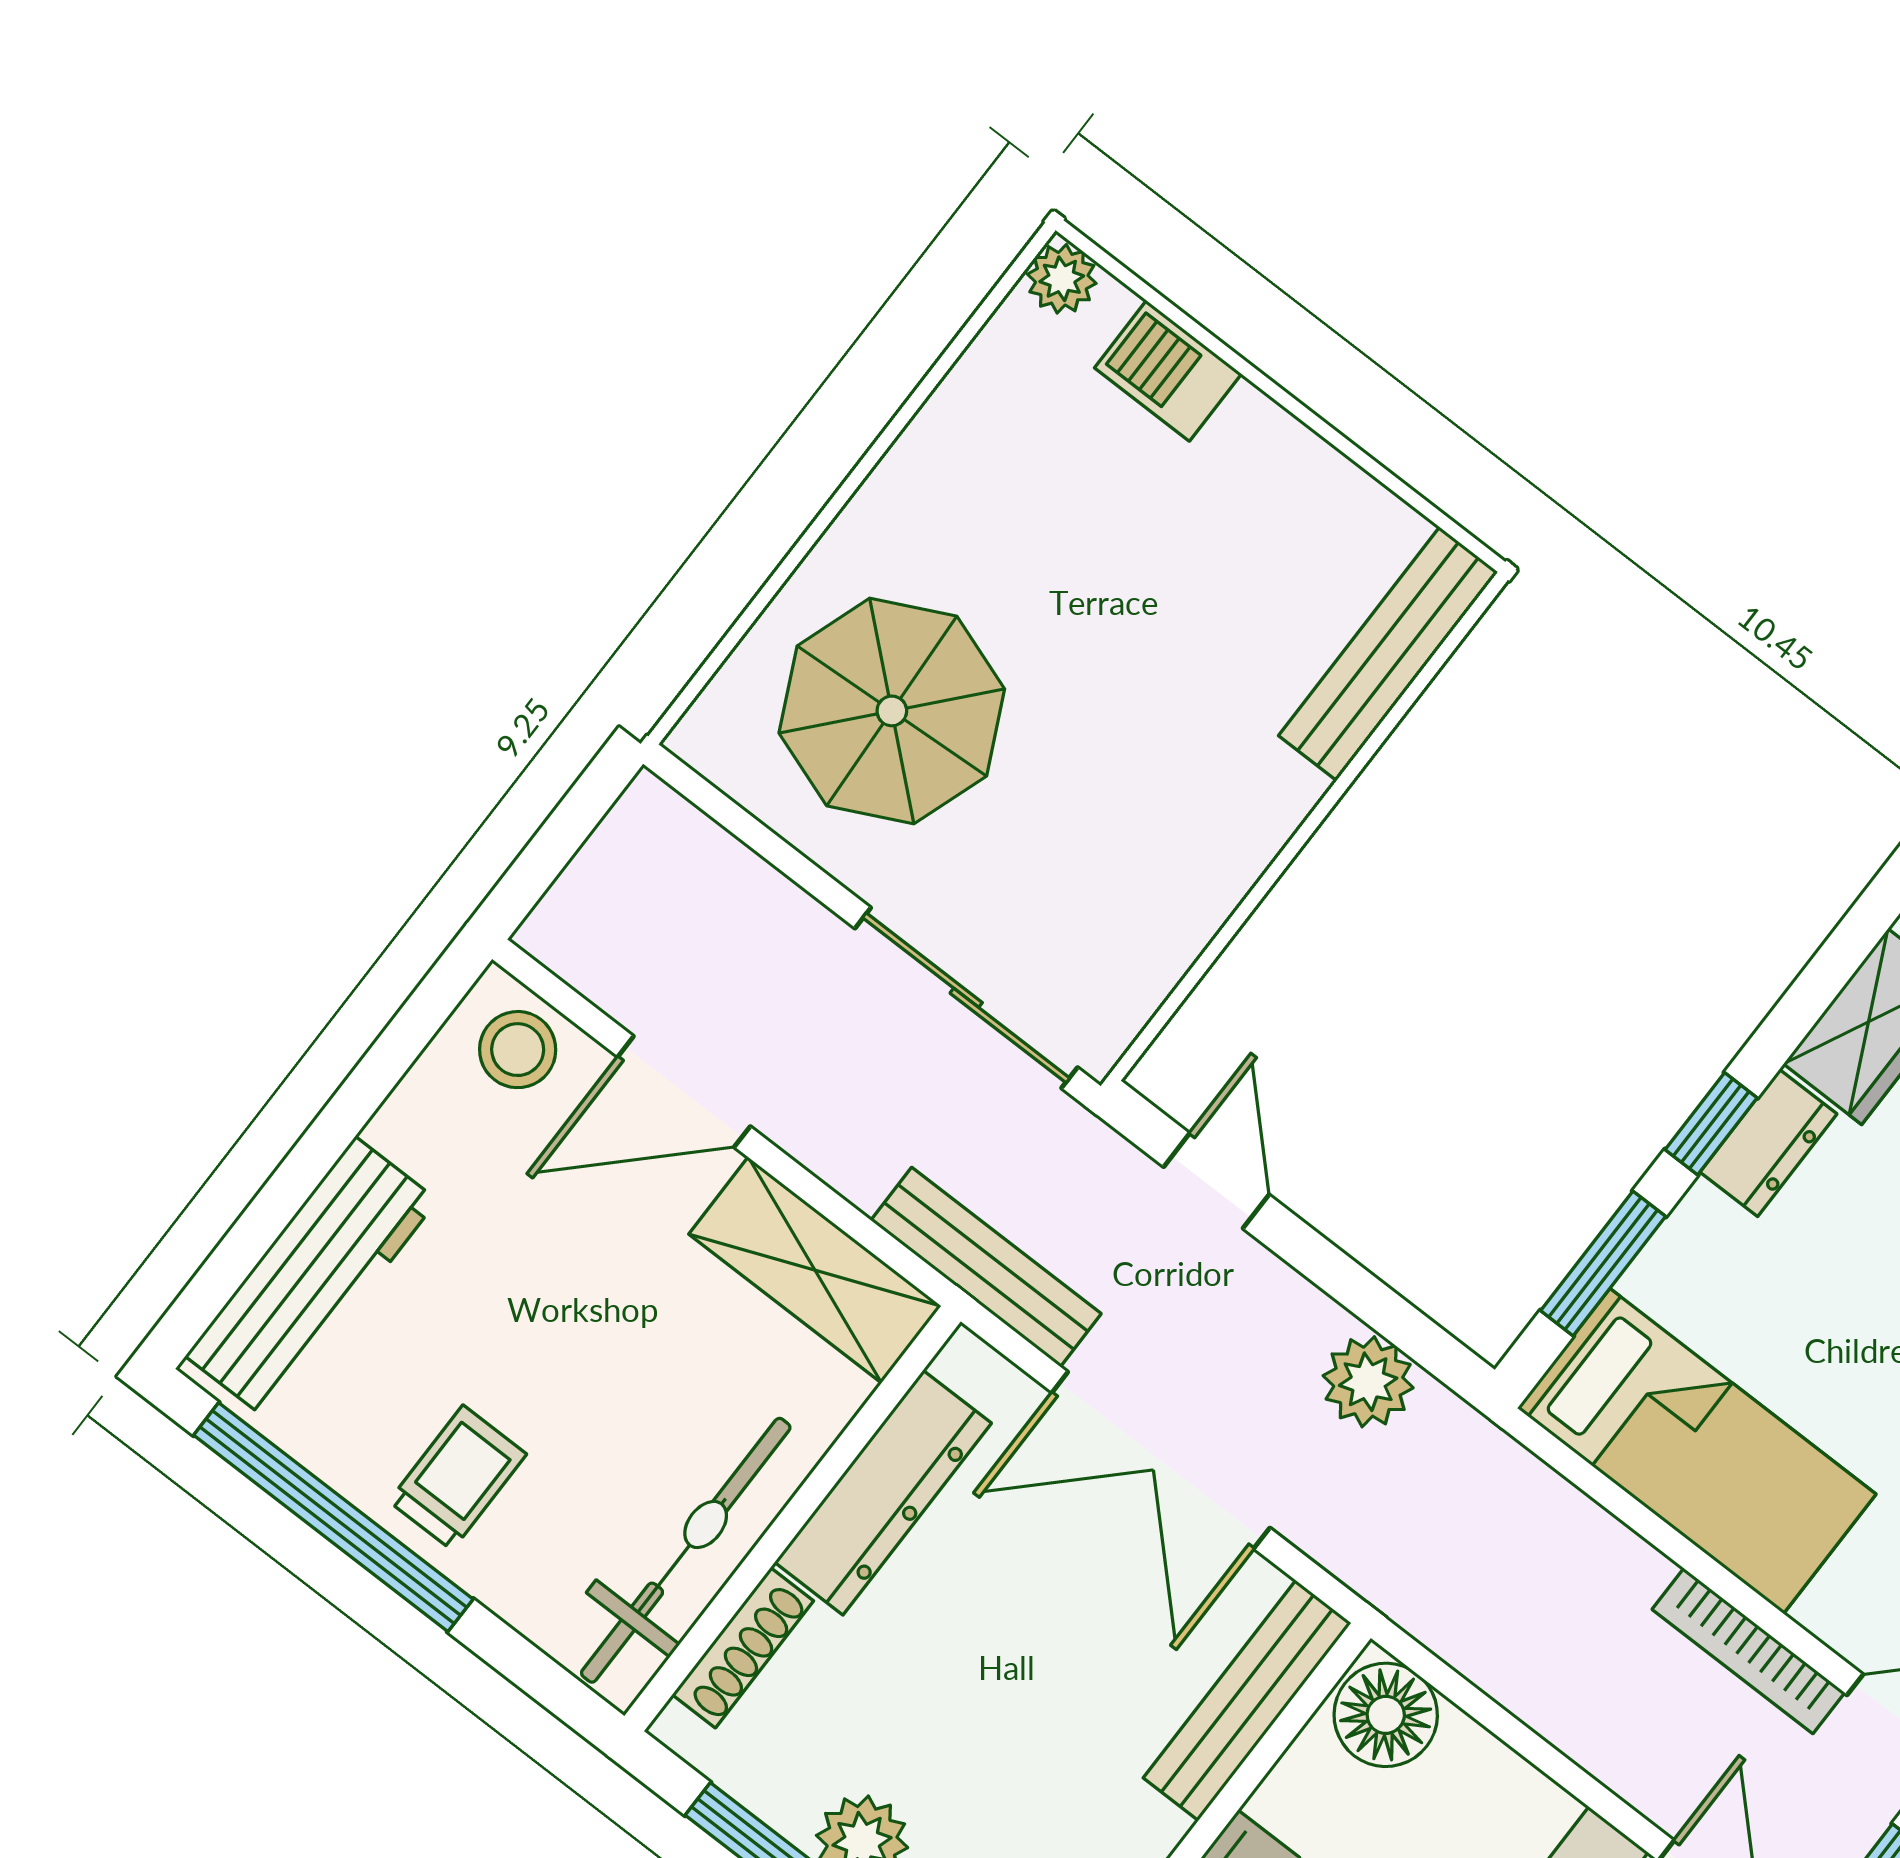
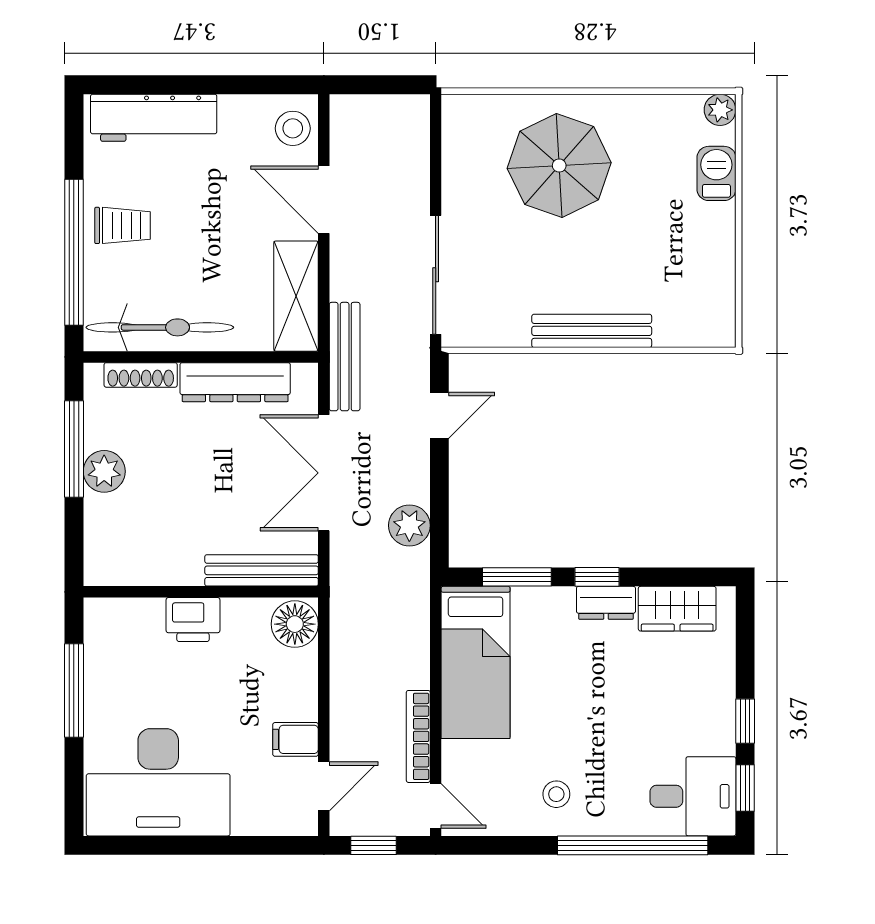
bench: (1388, 654) -> (592, 331), moved
parasol: (892, 711) -> (559, 166), moved
window: (333, 1517) -> (74, 252), moved

